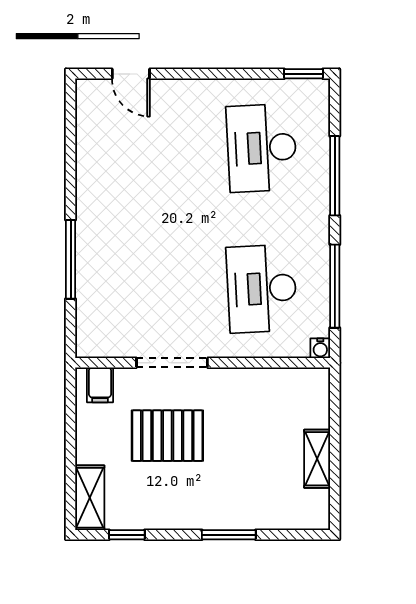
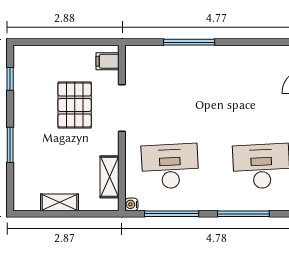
shelving: (90, 498) -> (110, 177), moved, turned 90

